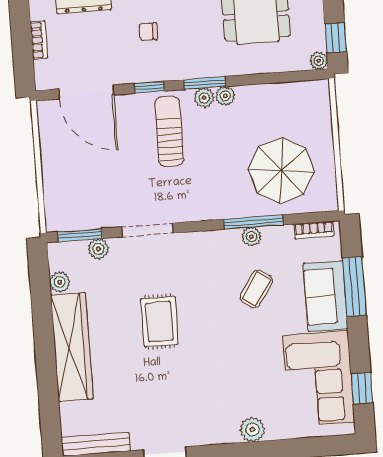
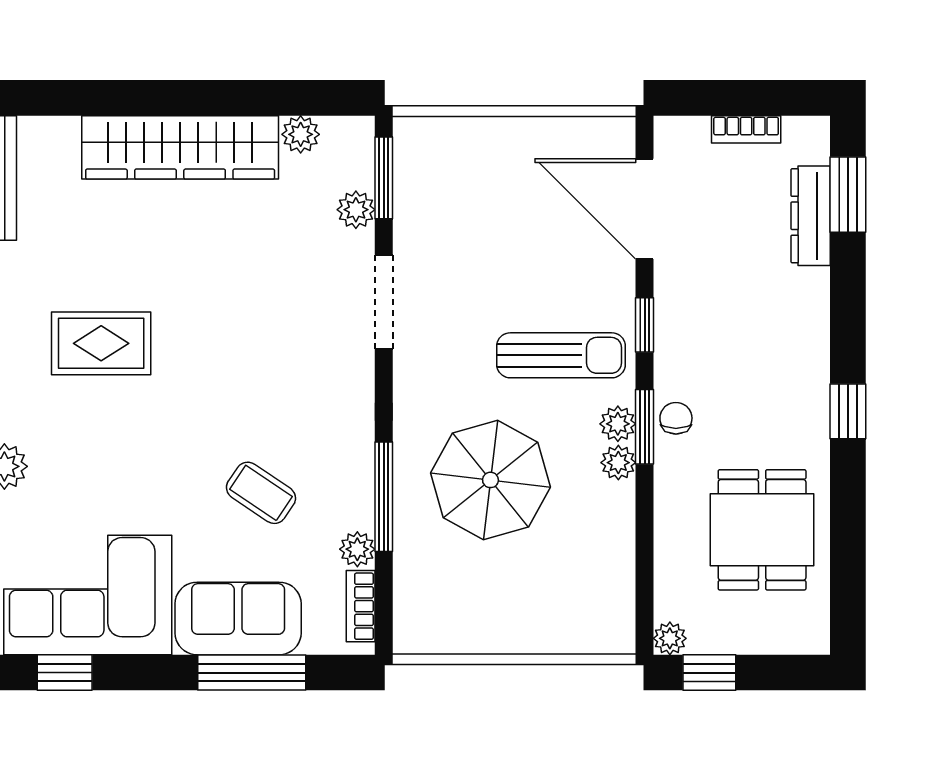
chair: (148, 32) -> (676, 418), moved
door: (86, 92) -> (645, 209), hinge flipped
parasol: (281, 171) -> (490, 480), moved
plant: (251, 237) -> (357, 549), moved
rug: (160, 322) -> (101, 343), moved

